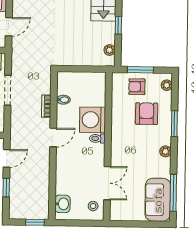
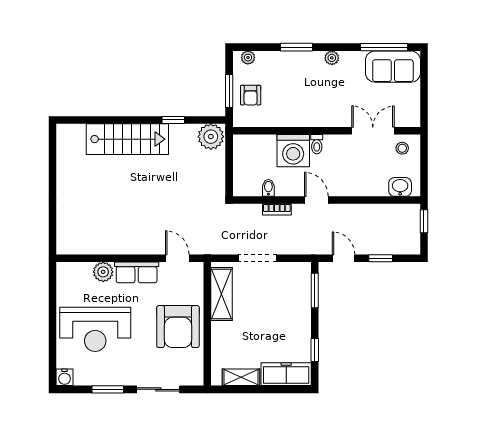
plant: (110, 50) -> (211, 137), width x1.88, depth x1.88
armchair: (147, 114) -> (284, 82), removed

